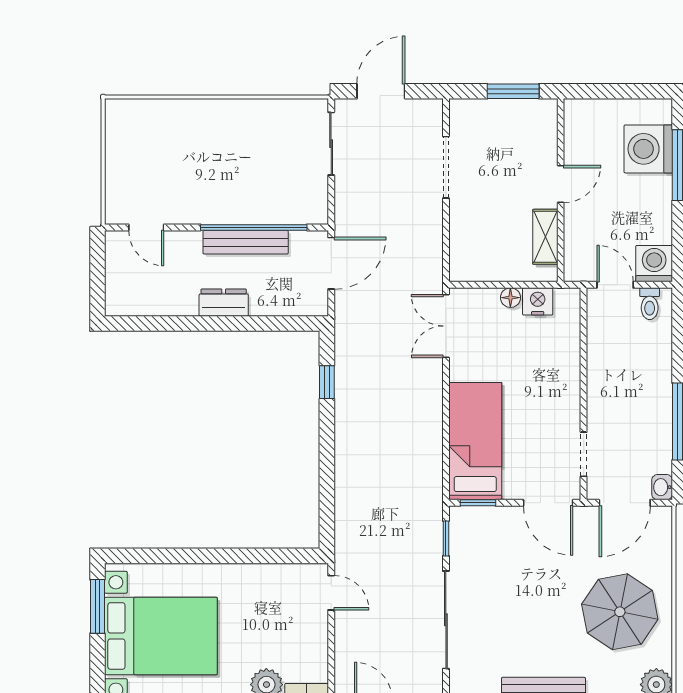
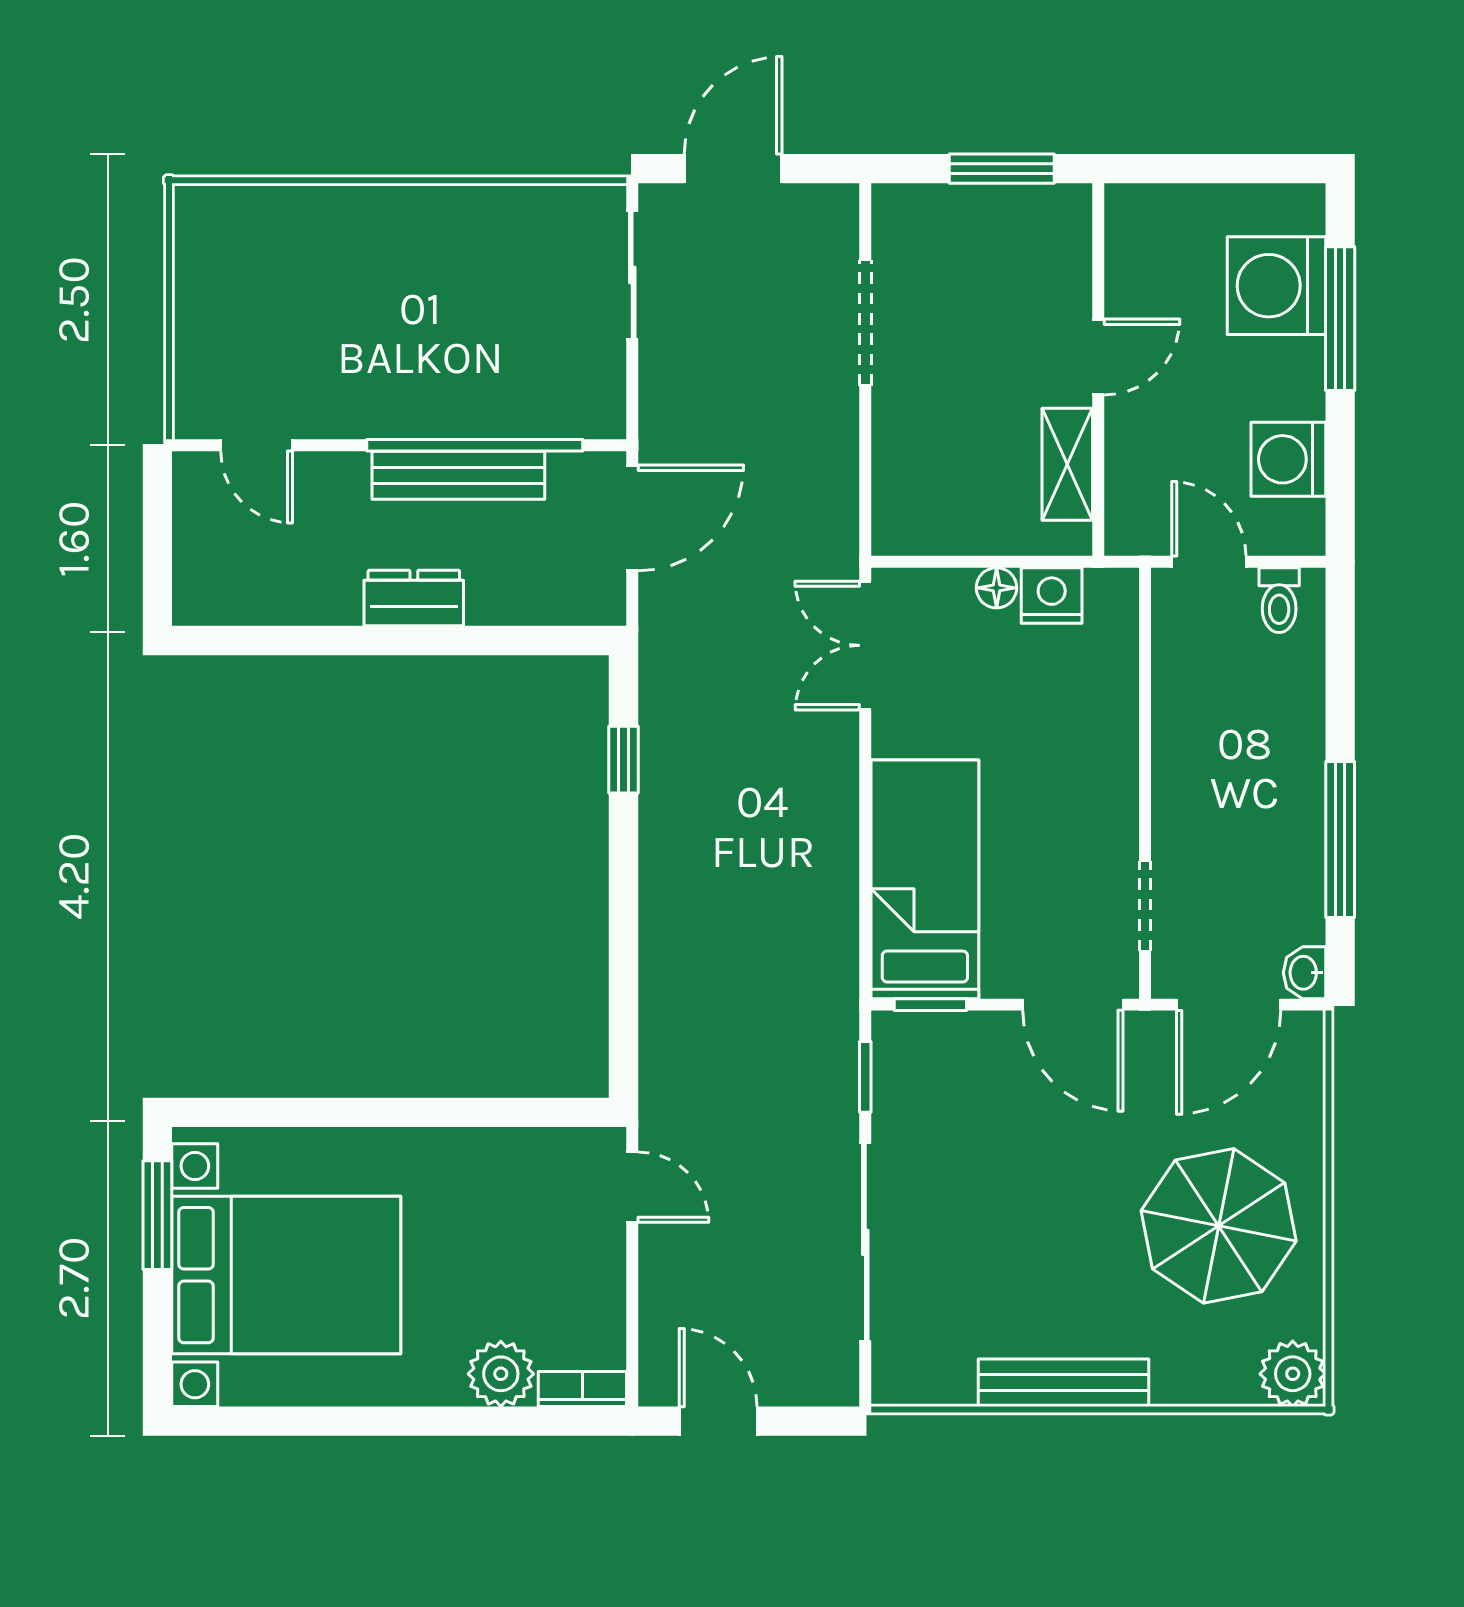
washing machine: (654, 264) -> (1288, 459), moved, turned -90

